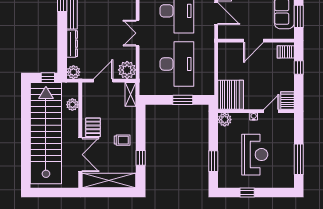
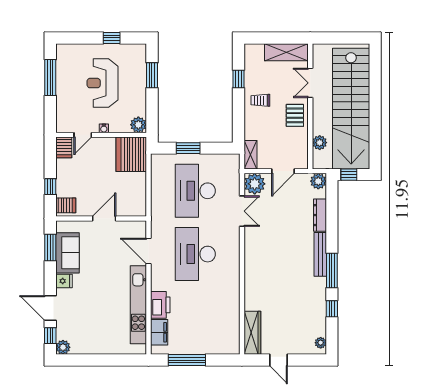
double door: (138, 33) -> (242, 211), moved
double door: (80, 155) -> (310, 83), width x0.73
shelving: (109, 180) -> (286, 52), width x0.68

